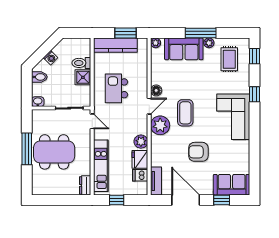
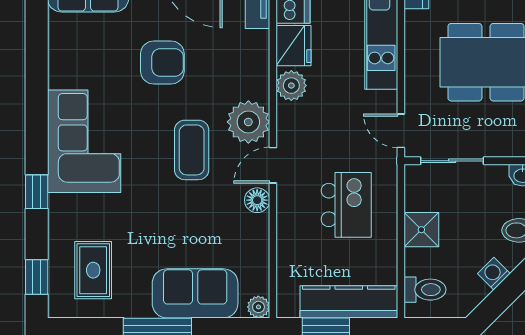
plant: (209, 43) -> (139, 307), removed
toilet: (81, 63) -> (425, 290), moved

